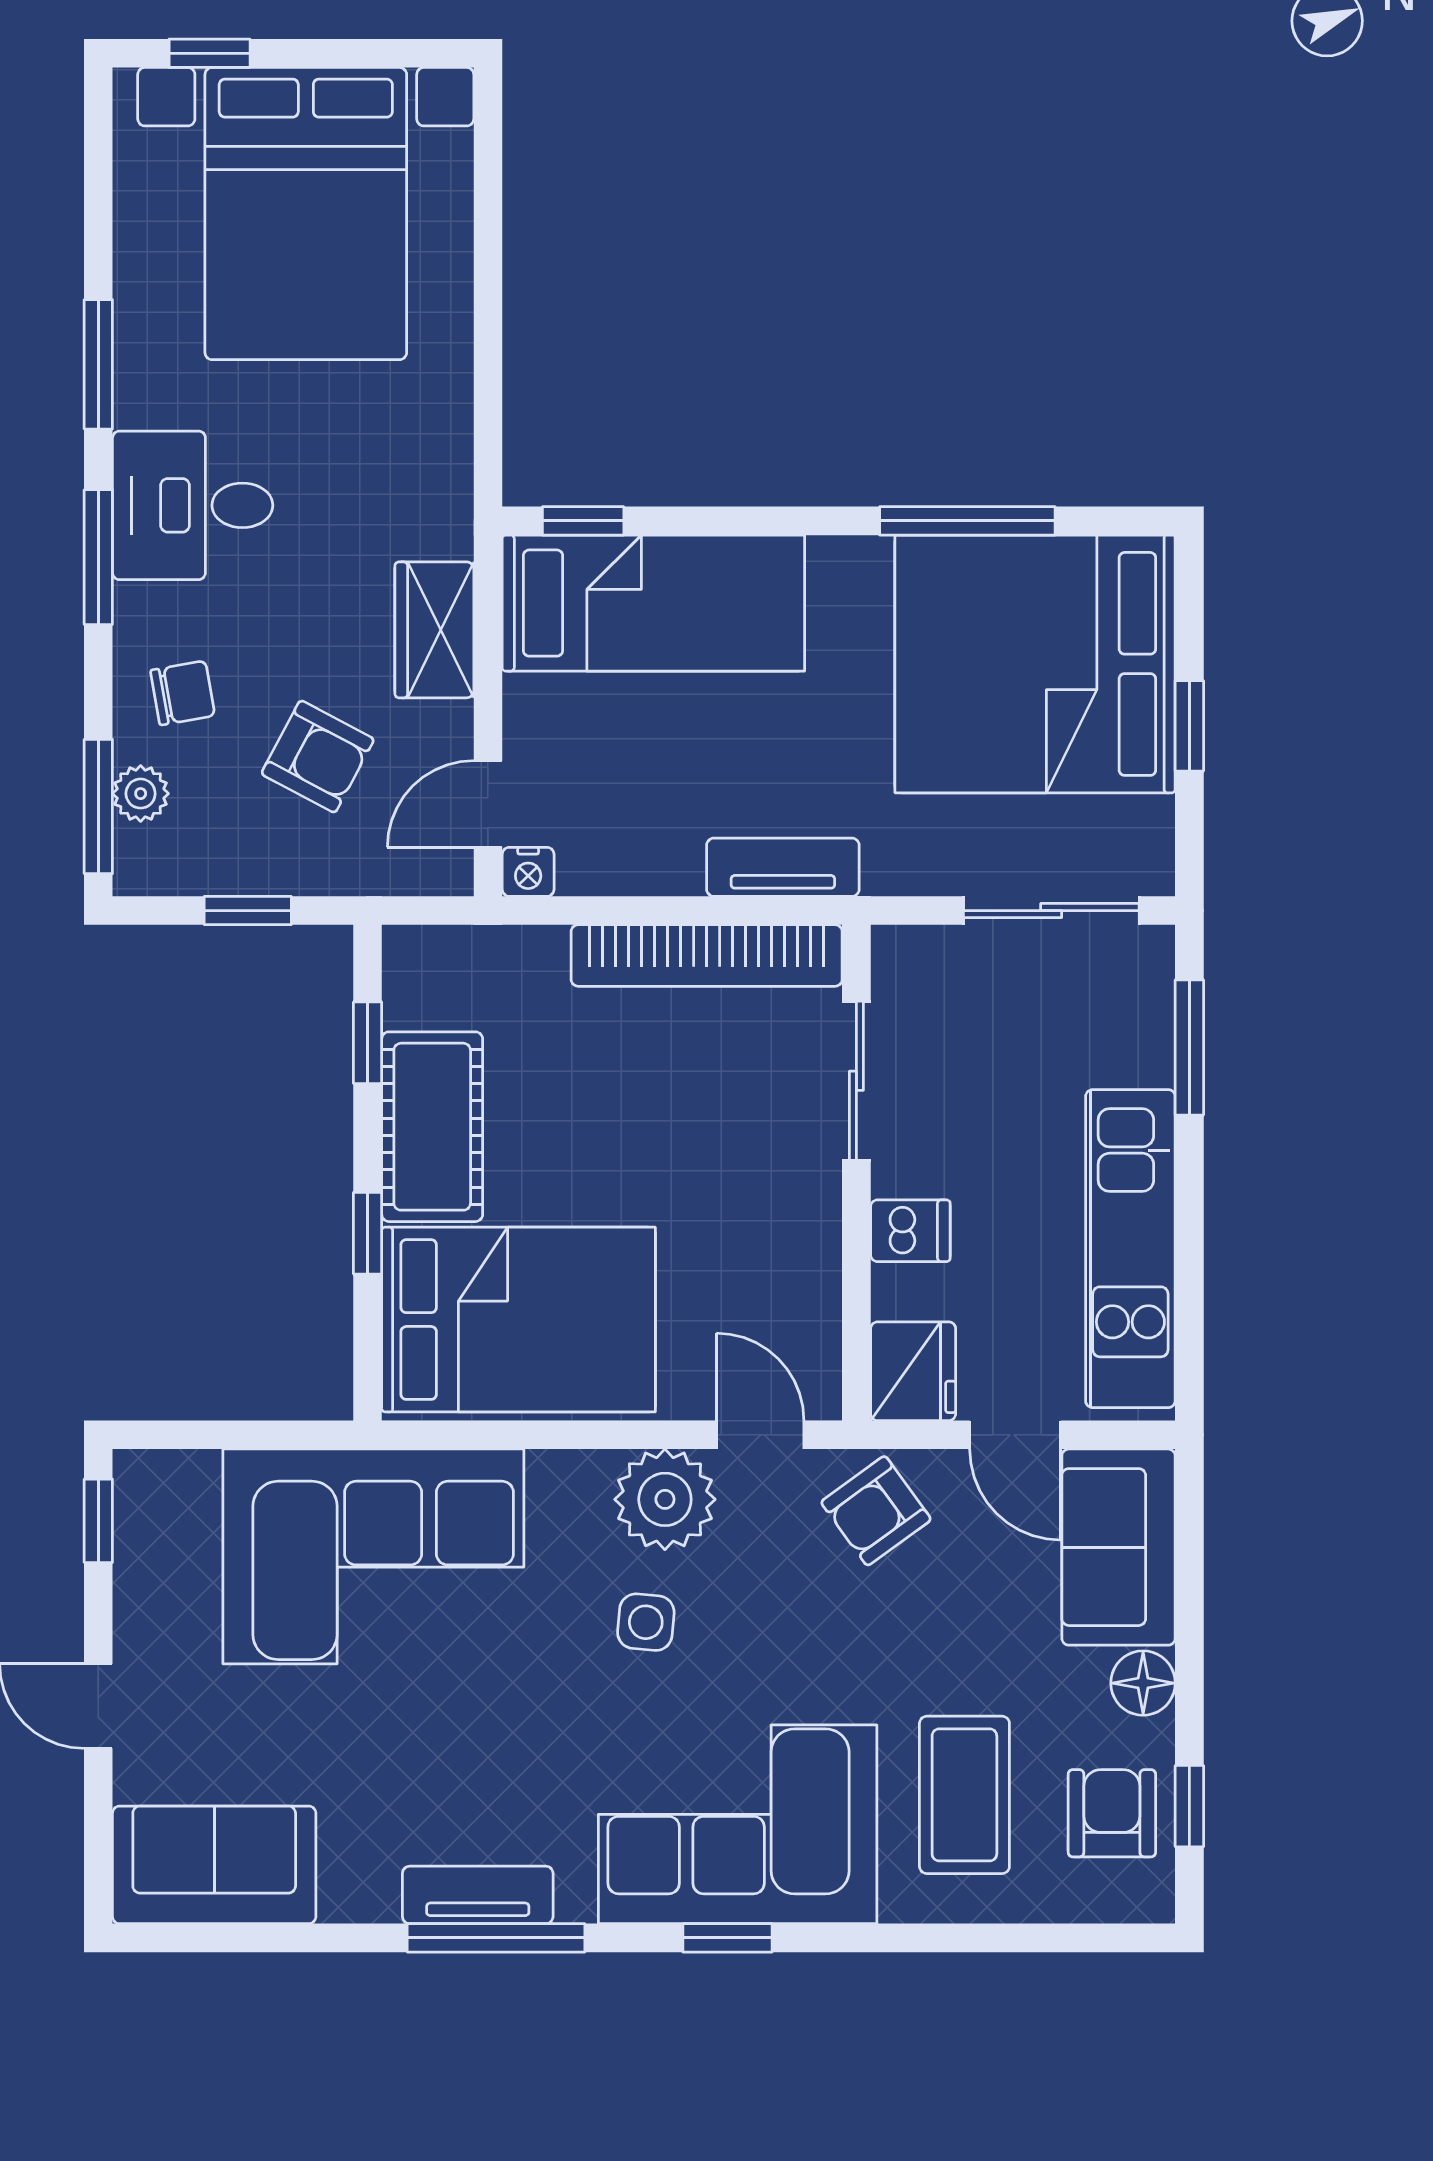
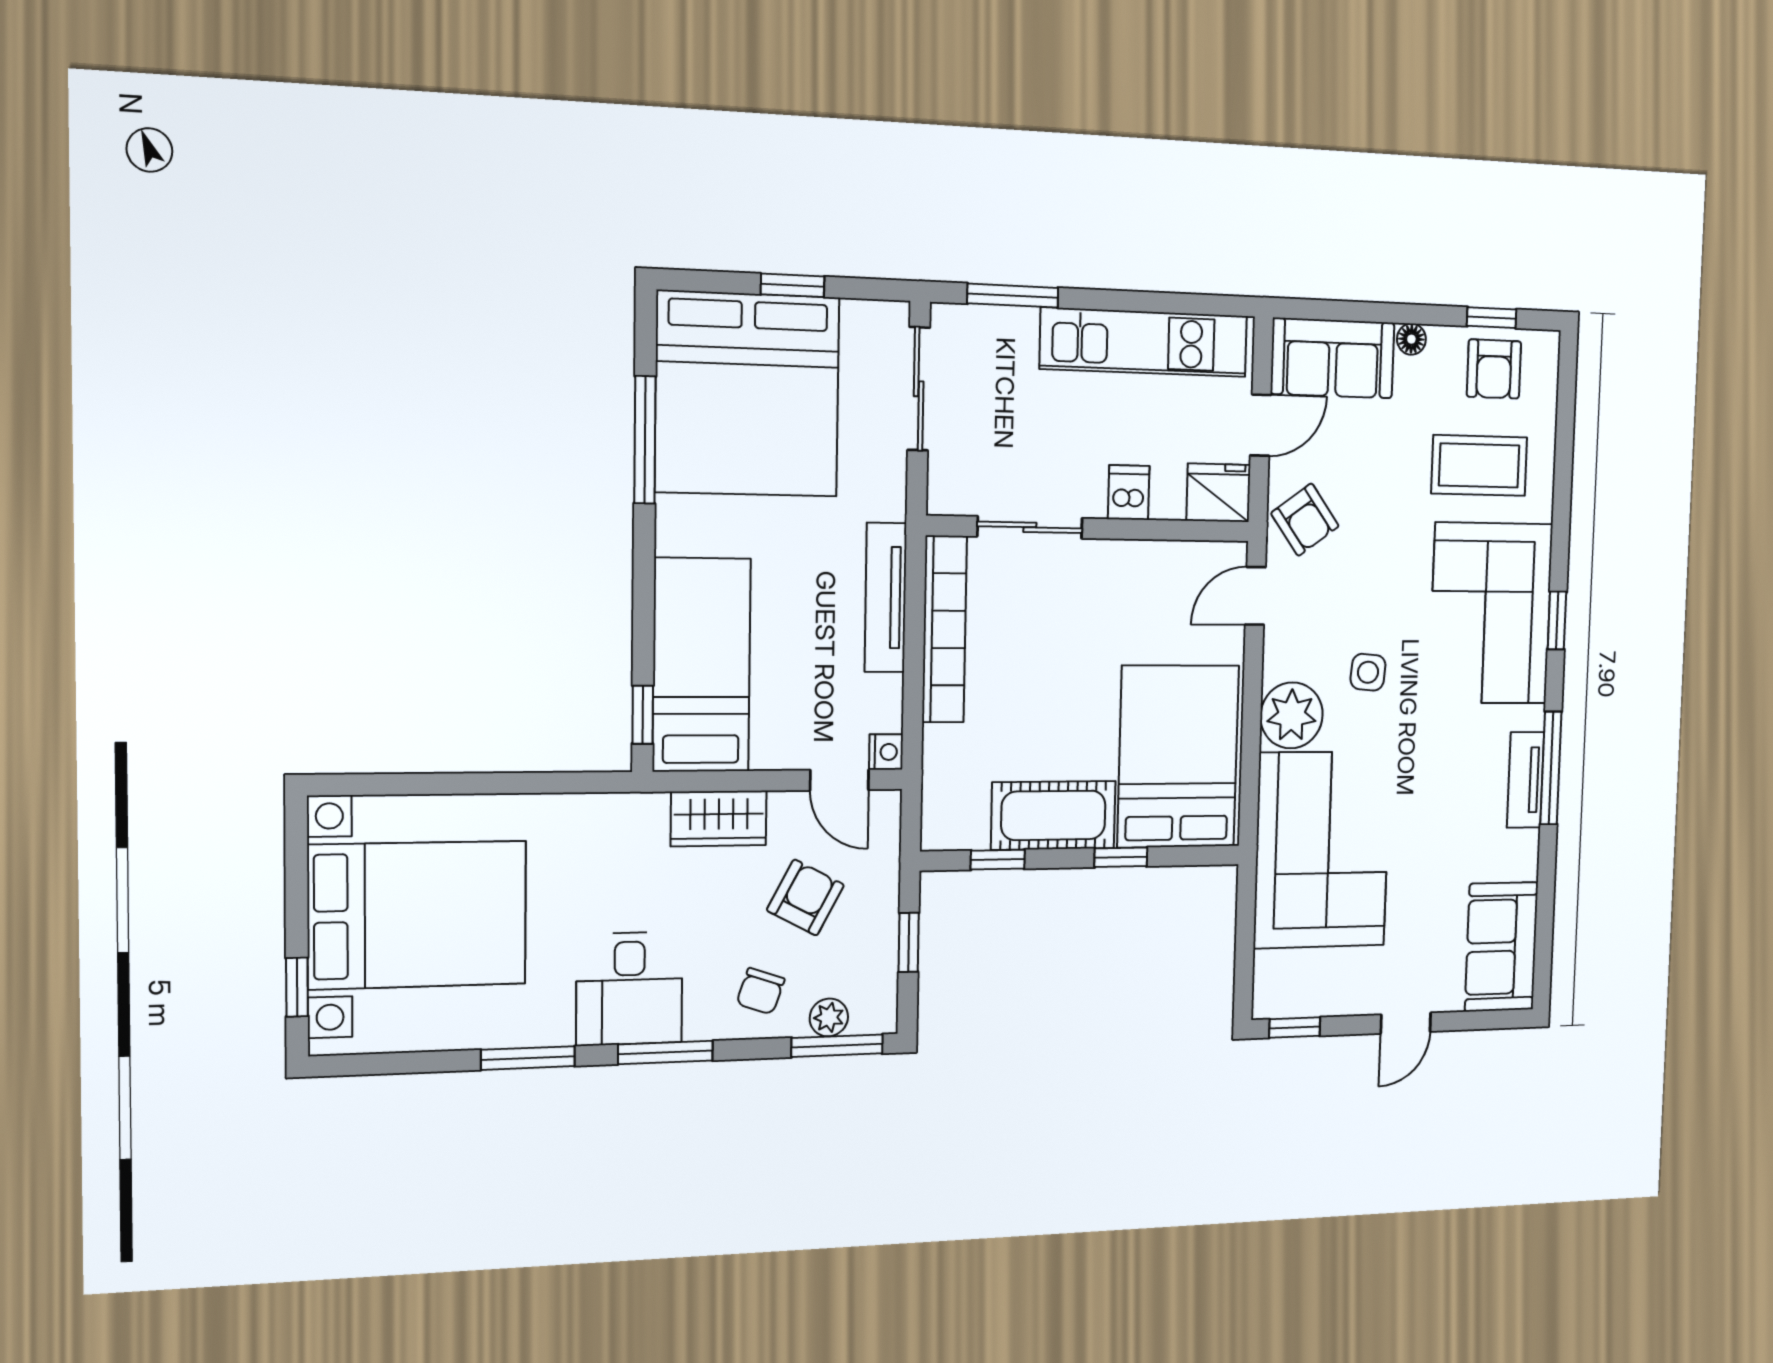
chair: (183, 693) -> (760, 991), turned -151
tv unit: (783, 867) -> (886, 598), width x1.41
plant: (665, 1499) -> (1292, 715), moved
floor lamp: (1143, 1683) -> (1411, 339), width x0.73, depth x0.73
armchair: (1112, 1813) -> (1494, 369), turned -90

